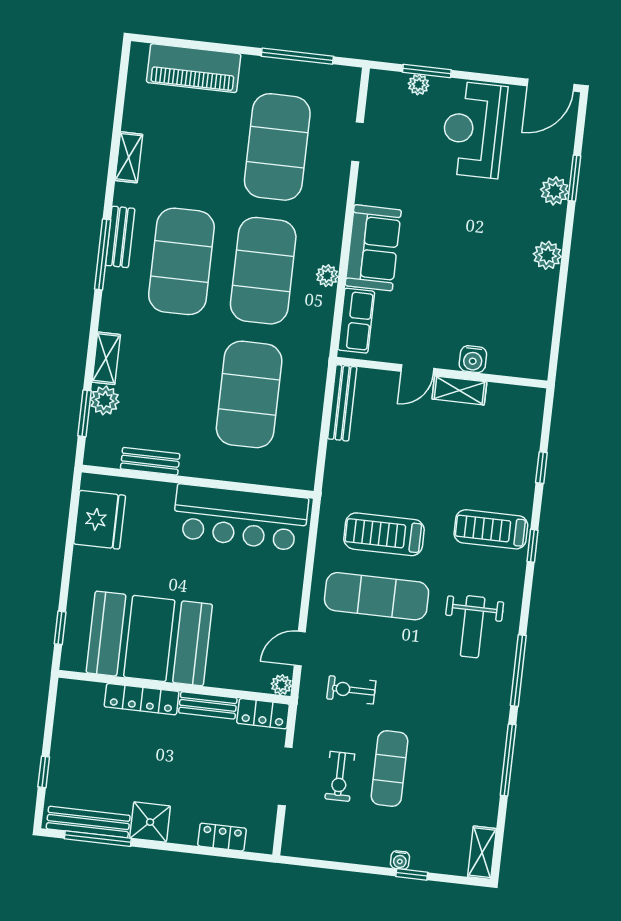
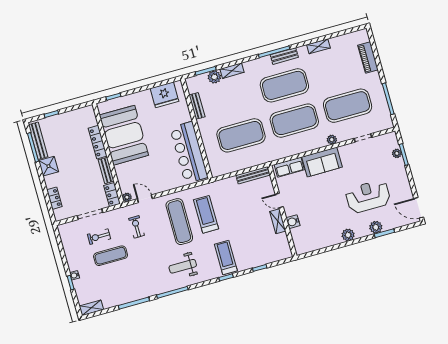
piano: (194, 68) -> (368, 58), width x0.73, depth x0.75
reception desk: (474, 130) -> (368, 196), moved
plant: (327, 276) -> (332, 140), moved

